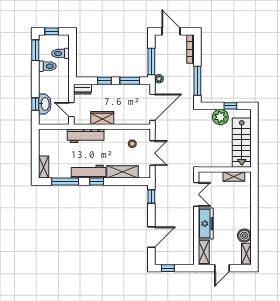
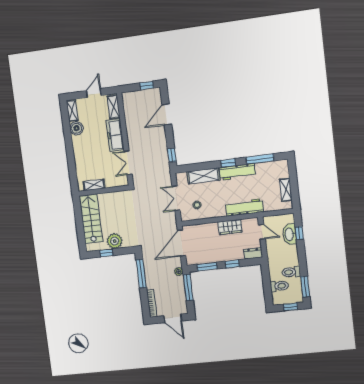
shelving: (44, 167) -> (286, 190), moved

